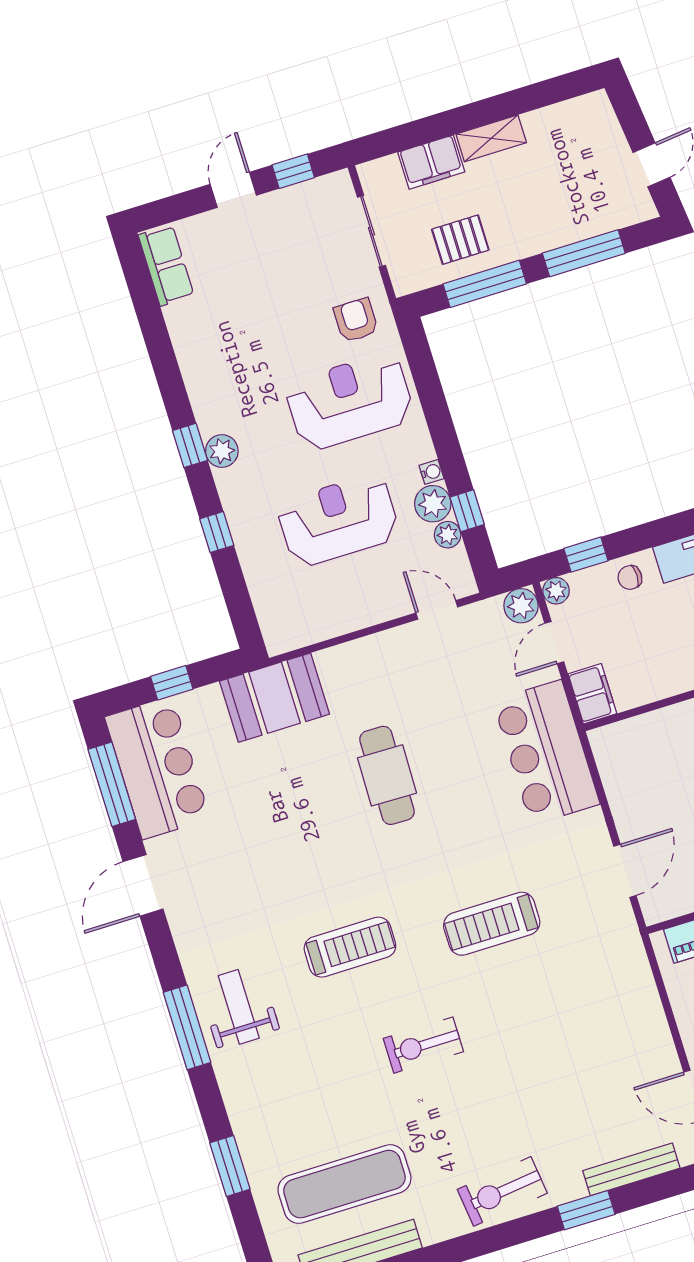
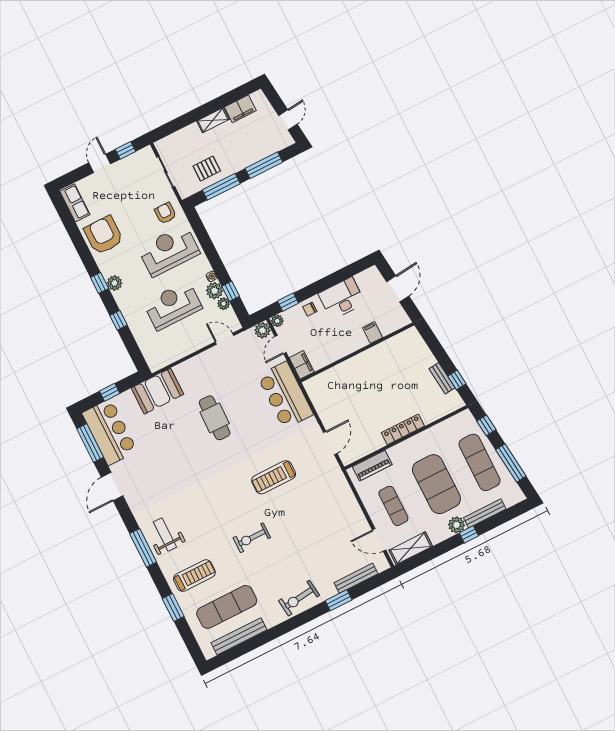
filing cabinet: (431, 162) -> (240, 109), moved
armchair: (216, 345) -> (104, 235), added
treadmill: (350, 947) -> (194, 576), moved

